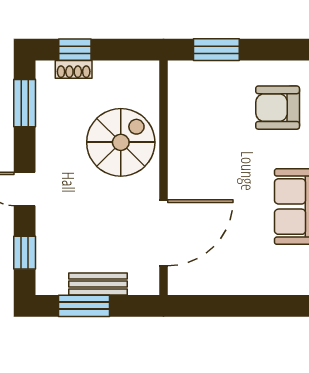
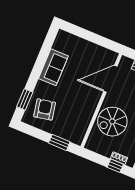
armchair: (278, 108) -> (45, 109), turned -101

